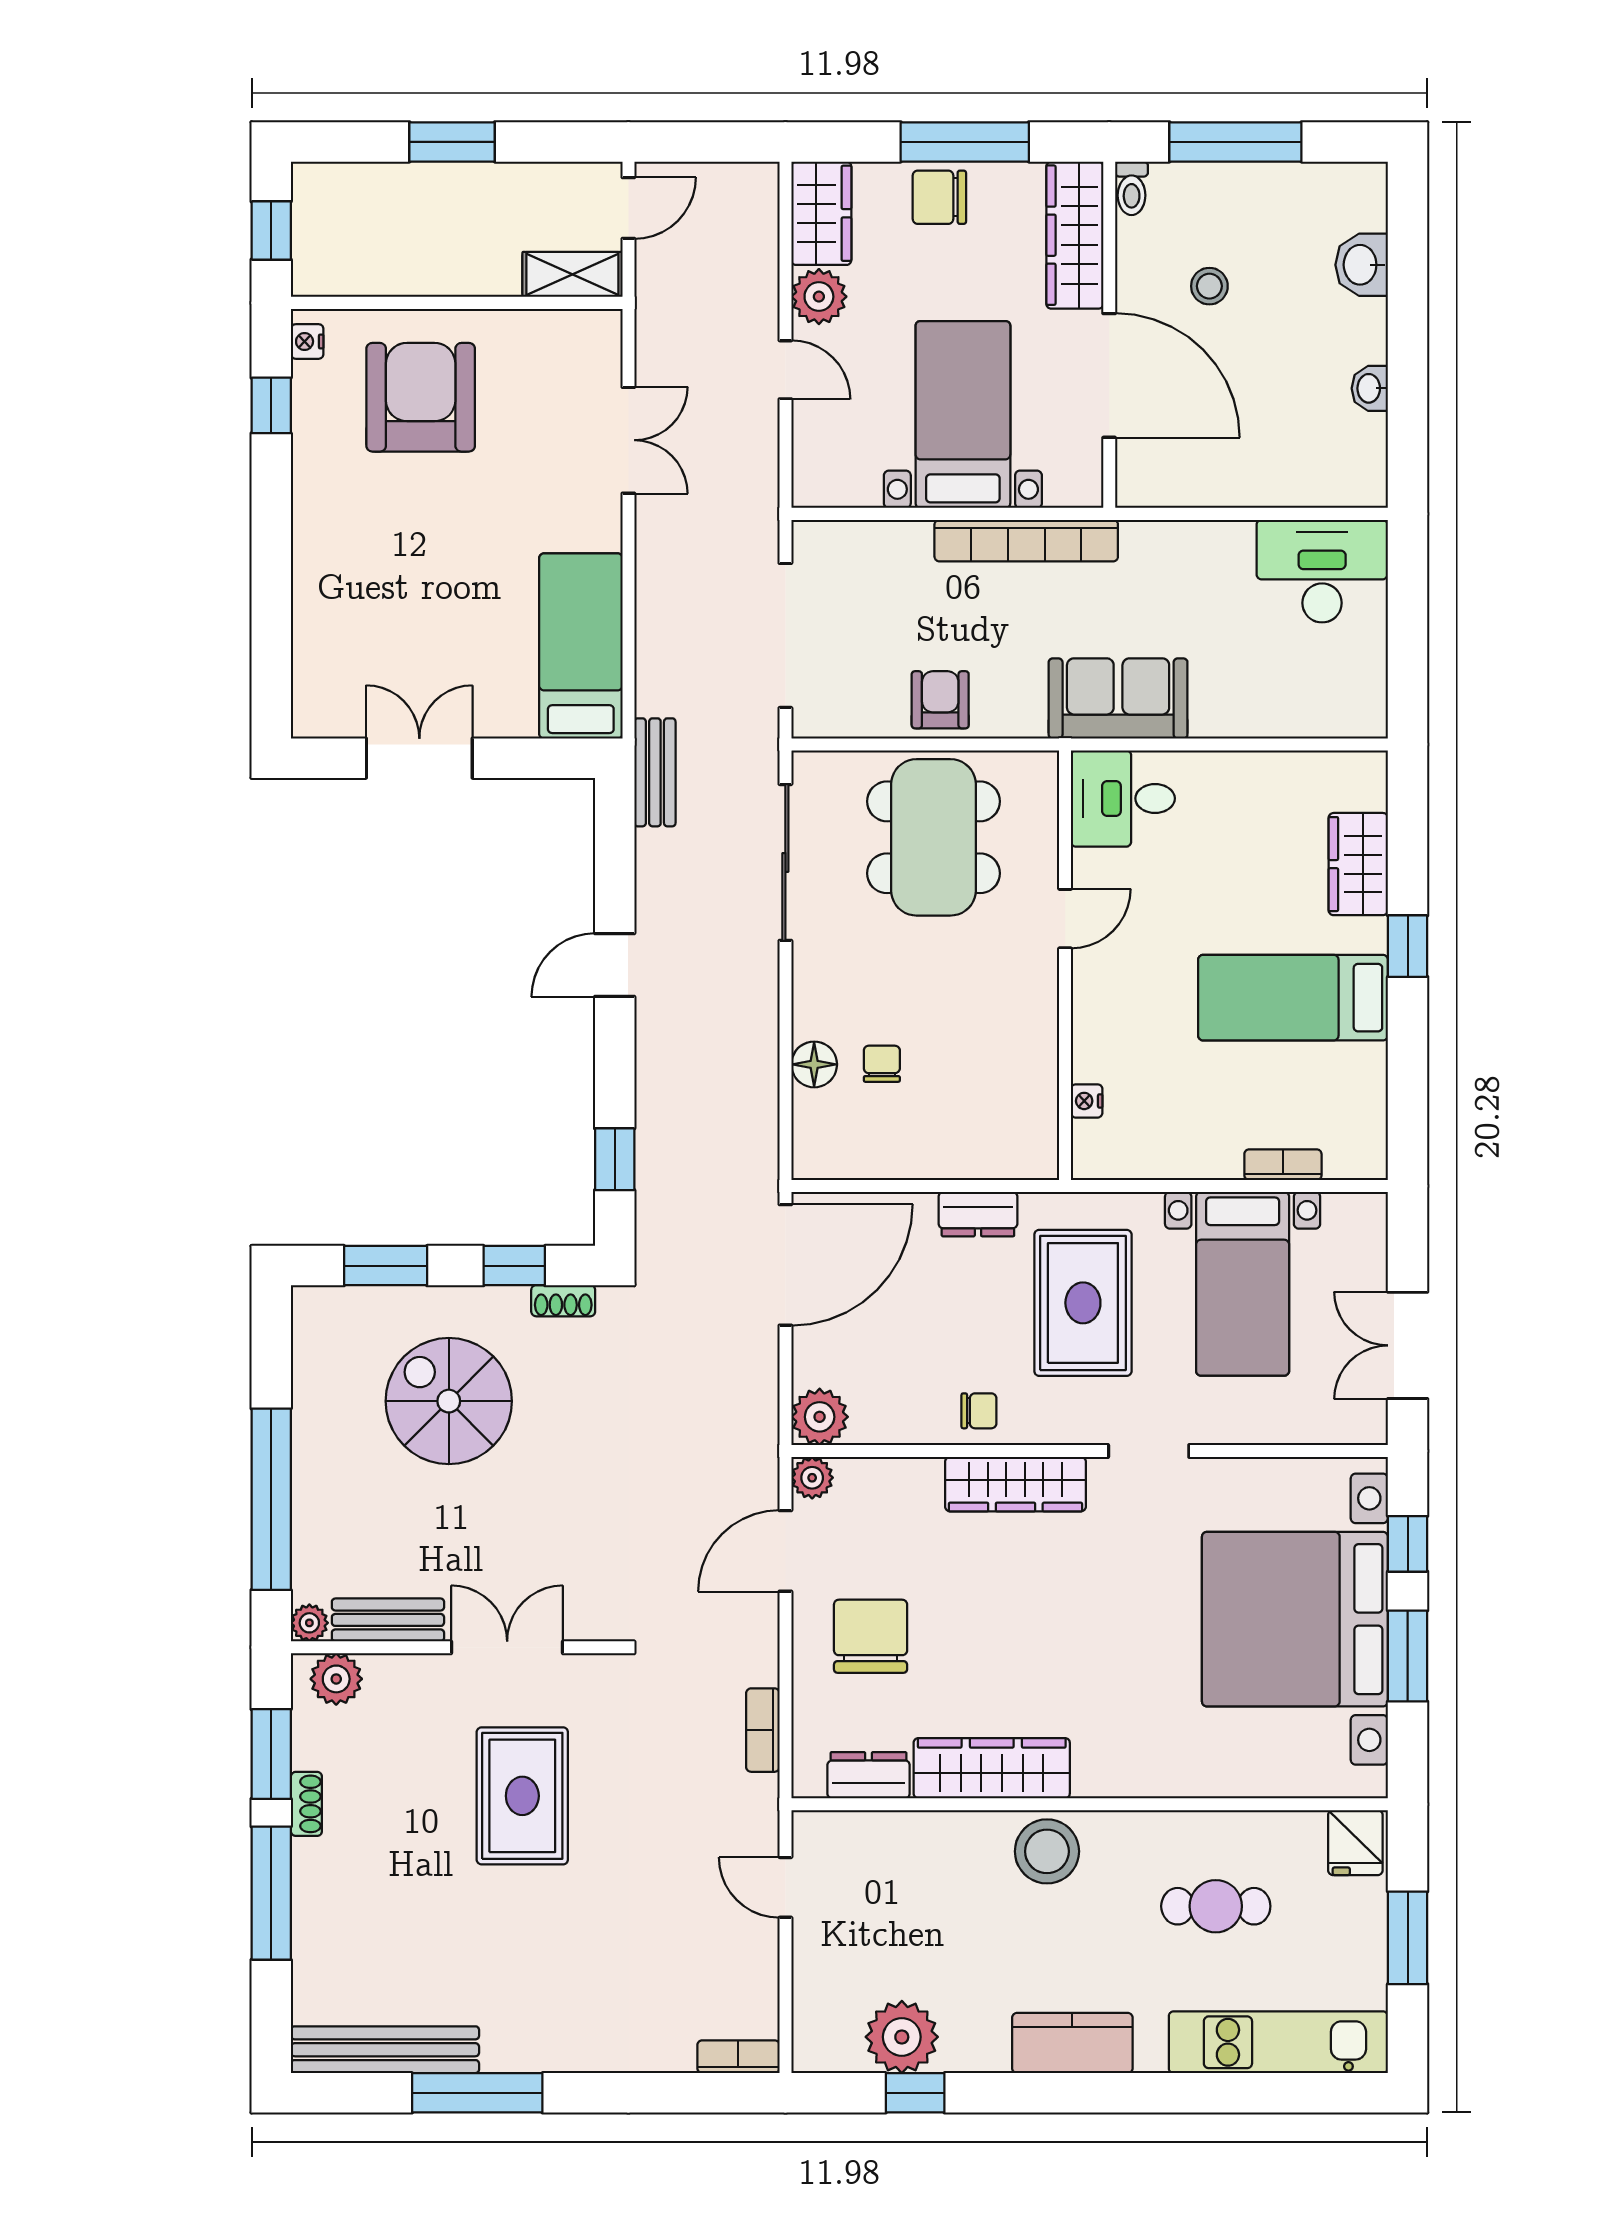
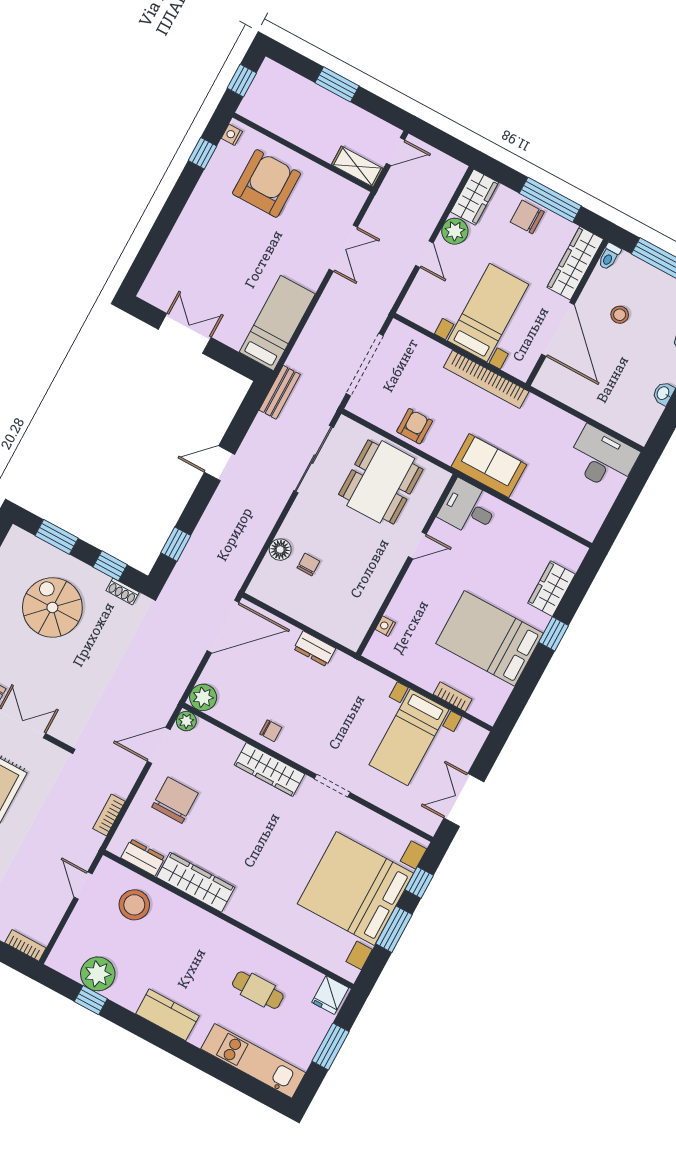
bed: (1293, 998) -> (490, 638), width x1.50
rug: (1083, 1303) -> (338, 709), removed
stool: (1047, 1851) -> (134, 905), moved

